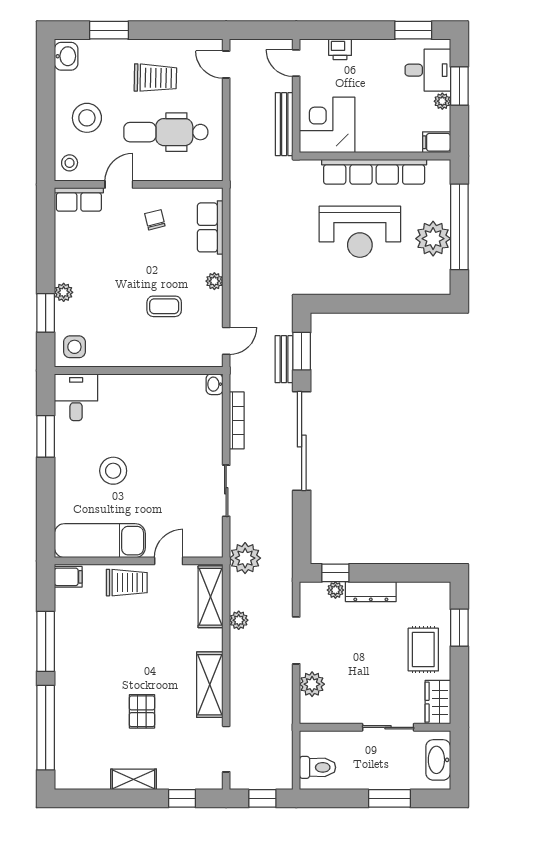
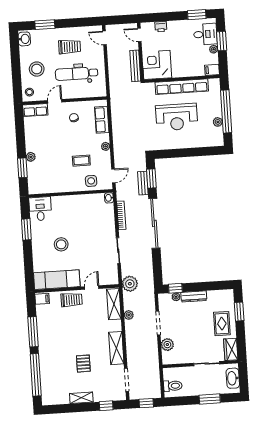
plant: (433, 239) -> (218, 122), width x0.53, depth x0.53
side table: (74, 347) -> (91, 181), moved

